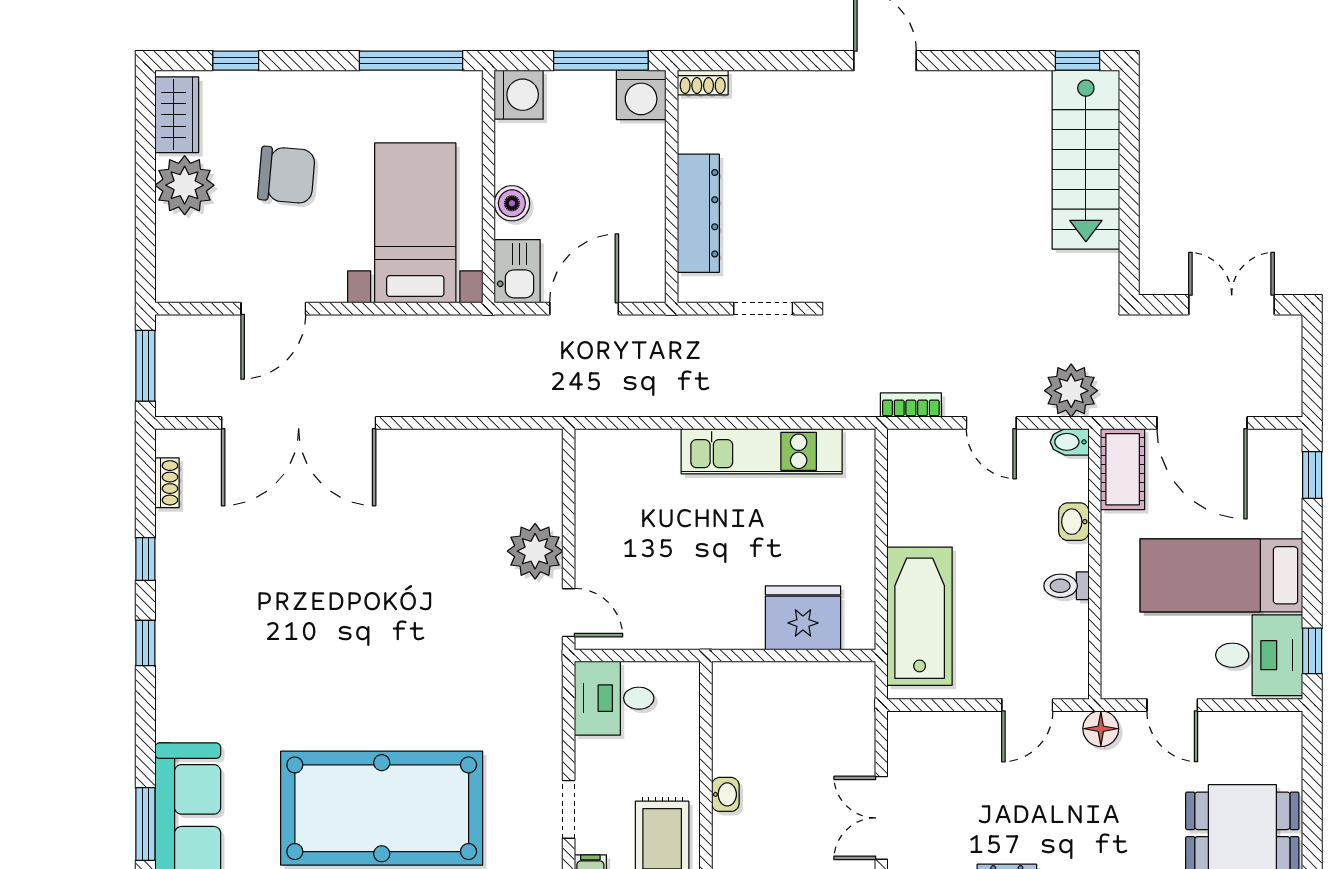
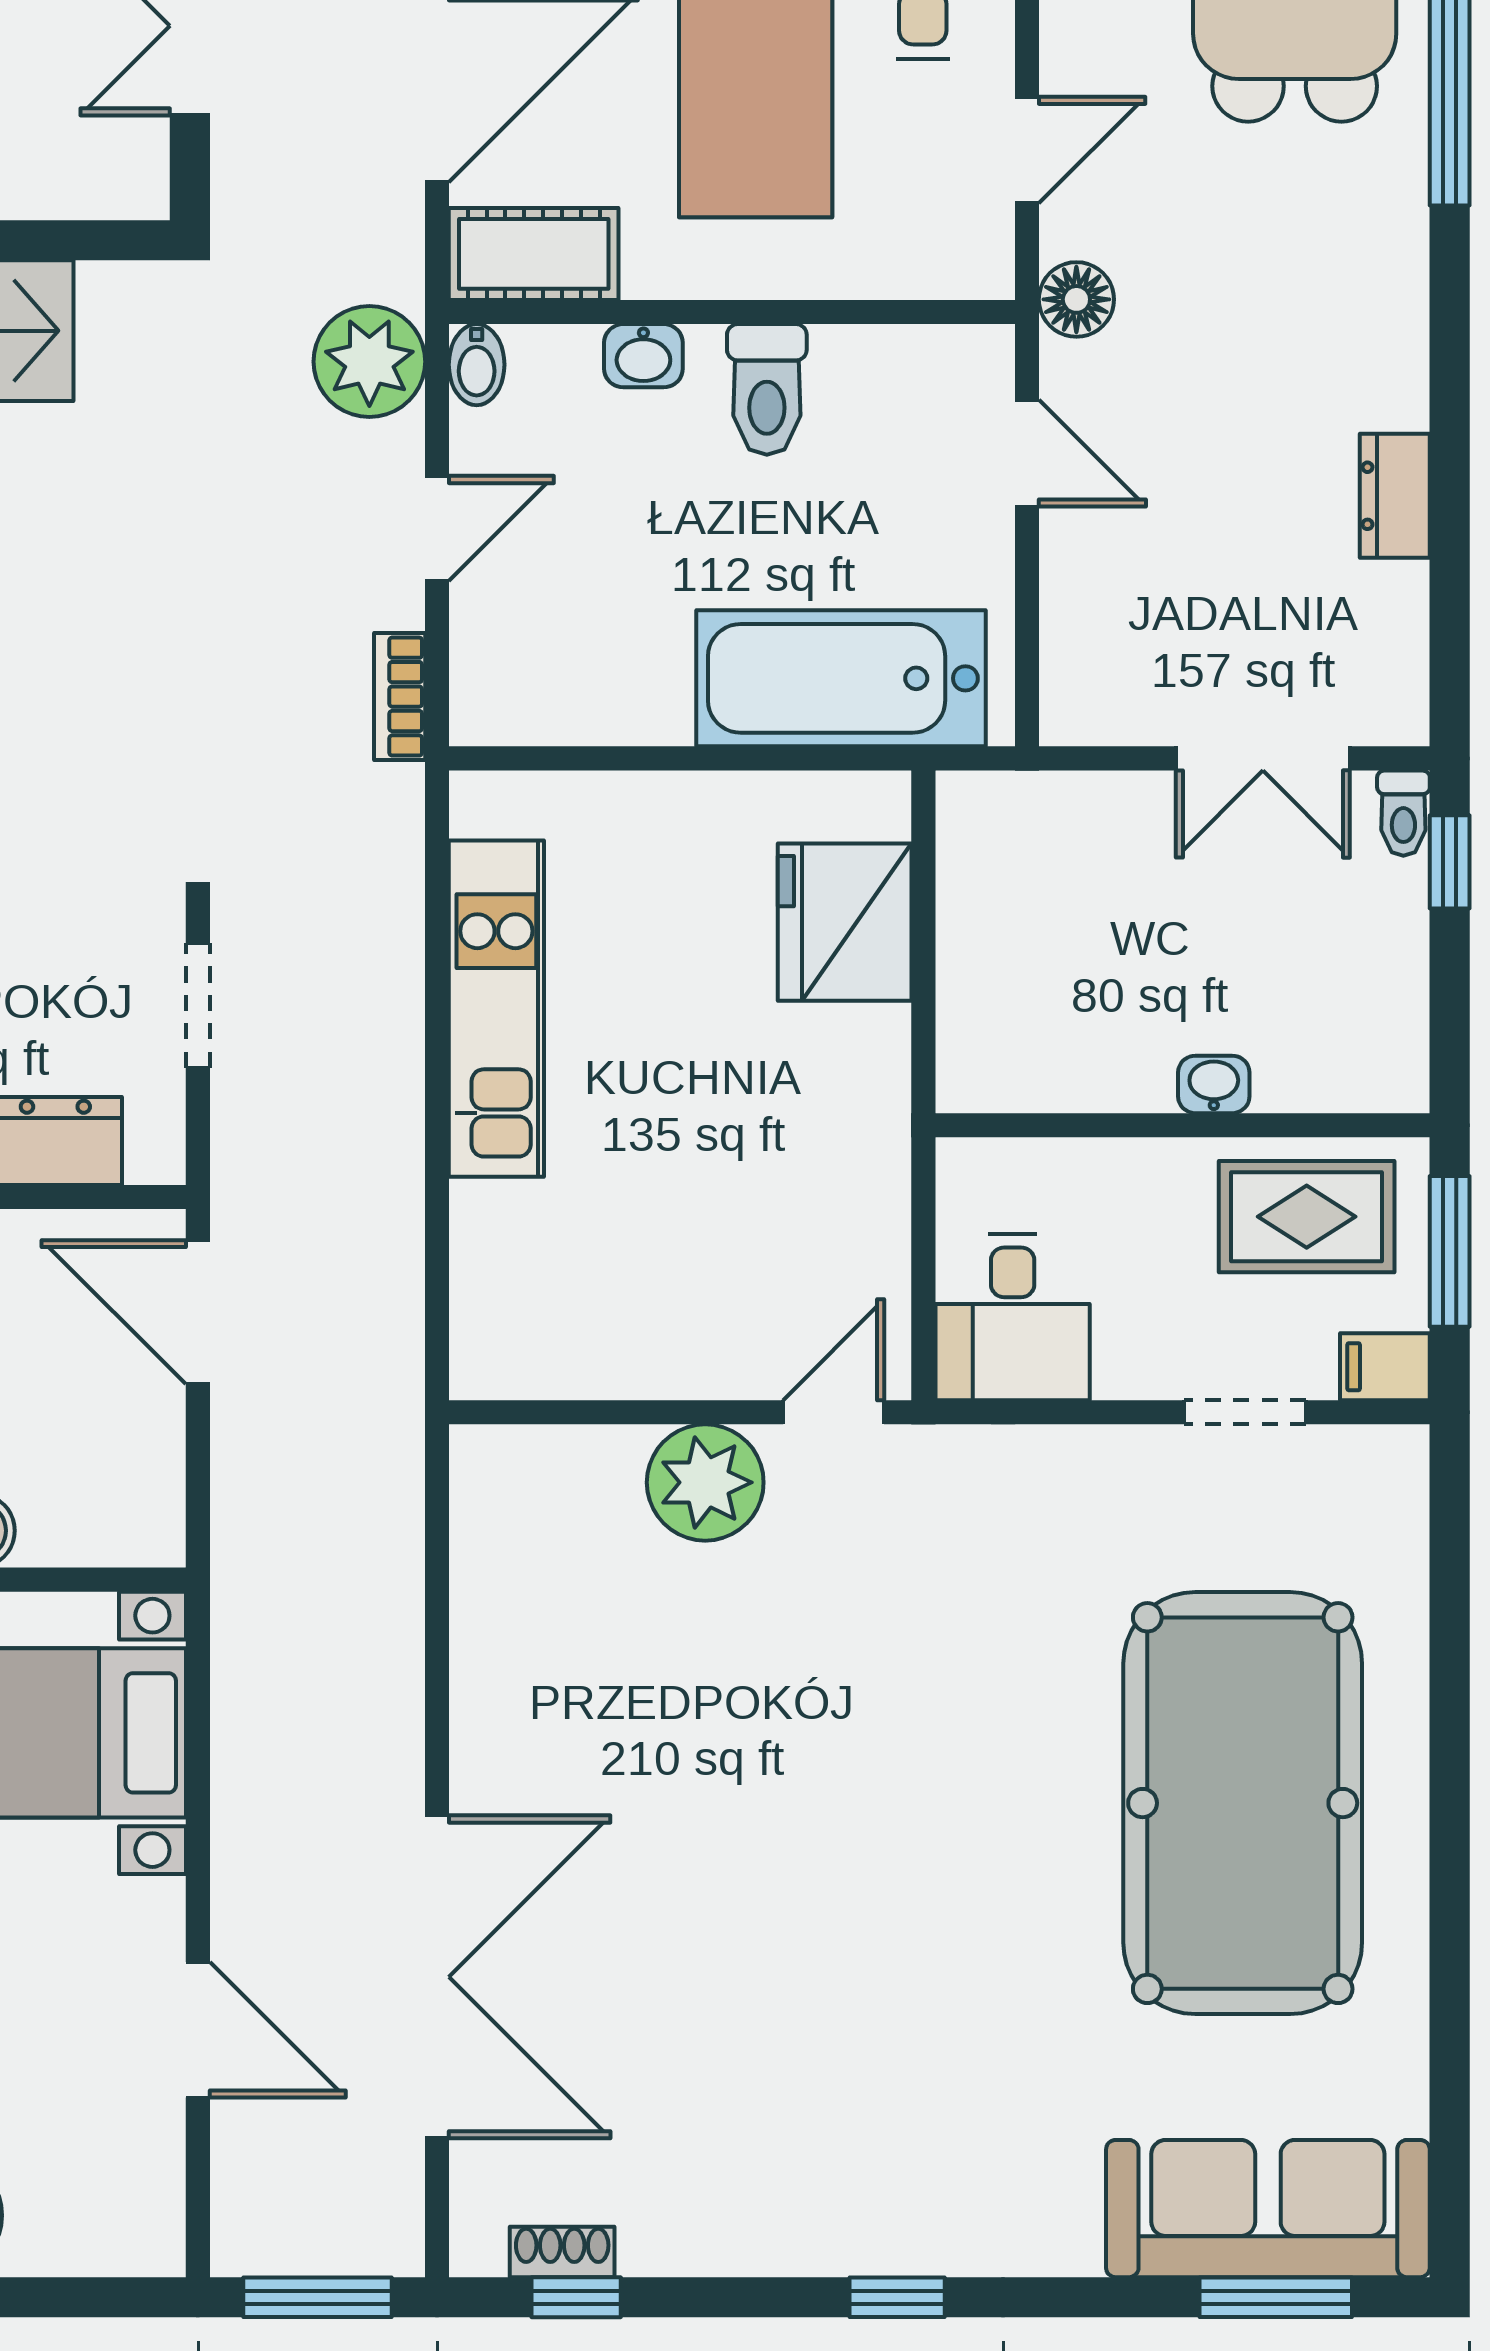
kitchen sink: (517, 271) -> (120, 1520), removed
door: (584, 309) -> (198, 1312), moved
window: (145, 559) -> (576, 2297), moved
toilet: (1066, 586) -> (767, 389), width x1.37, depth x1.39

